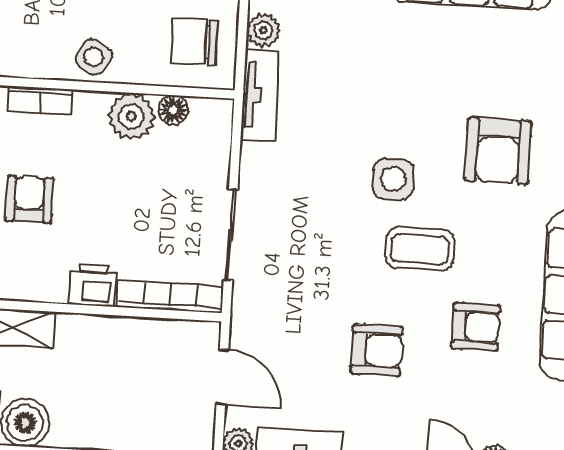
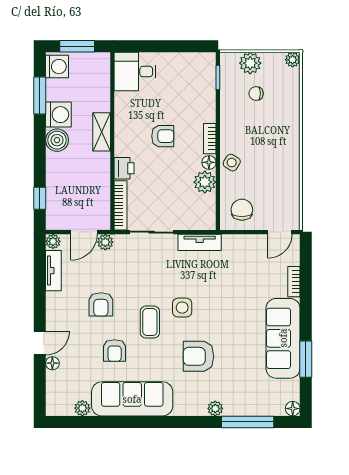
plant: (263, 30) -> (105, 242), moved
tv unit: (260, 96) -> (200, 242), moved
floor lamp: (173, 110) -> (209, 162), moved

